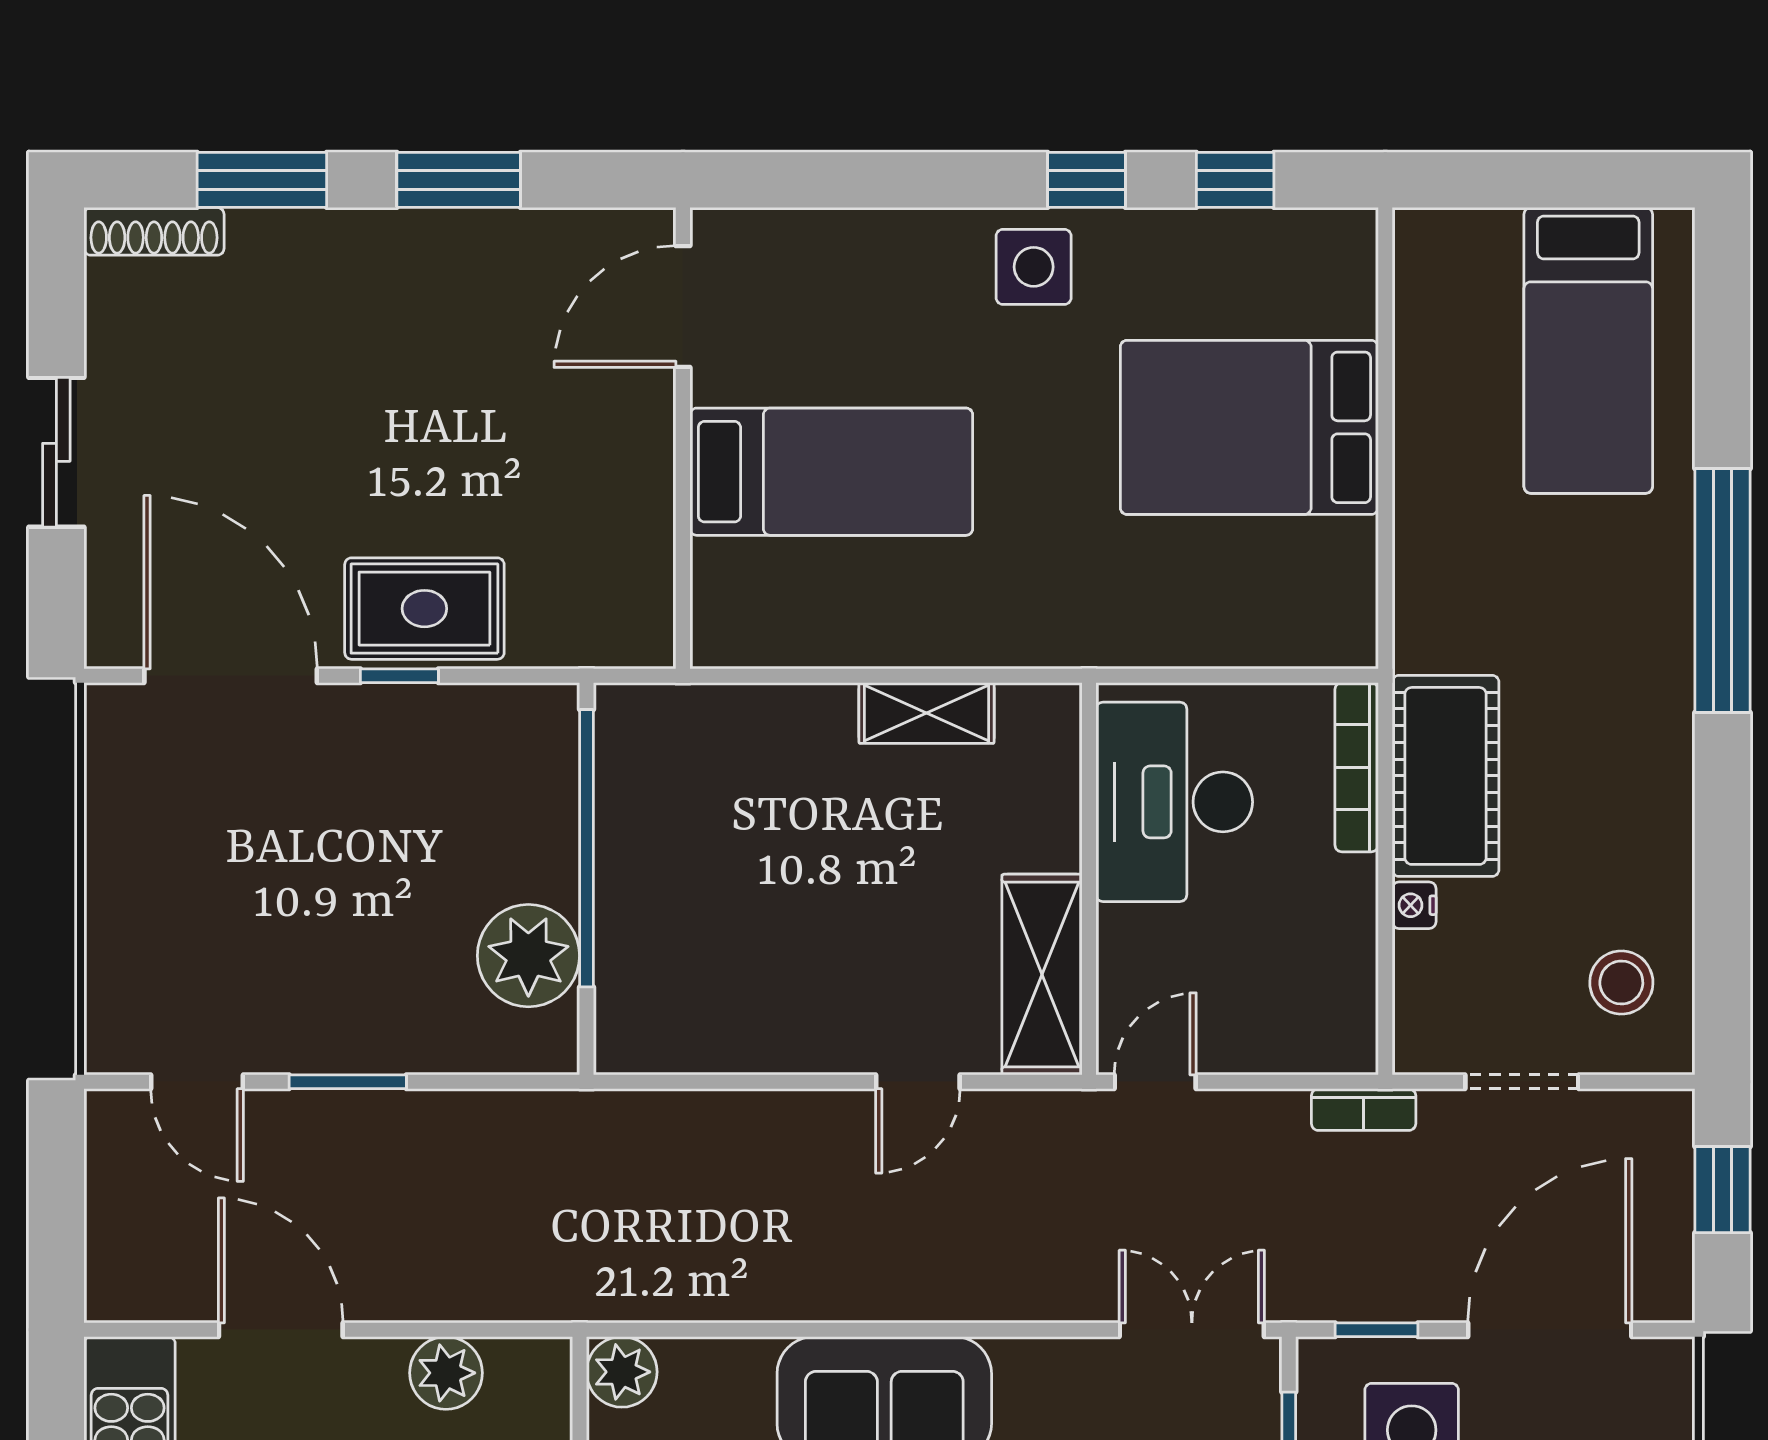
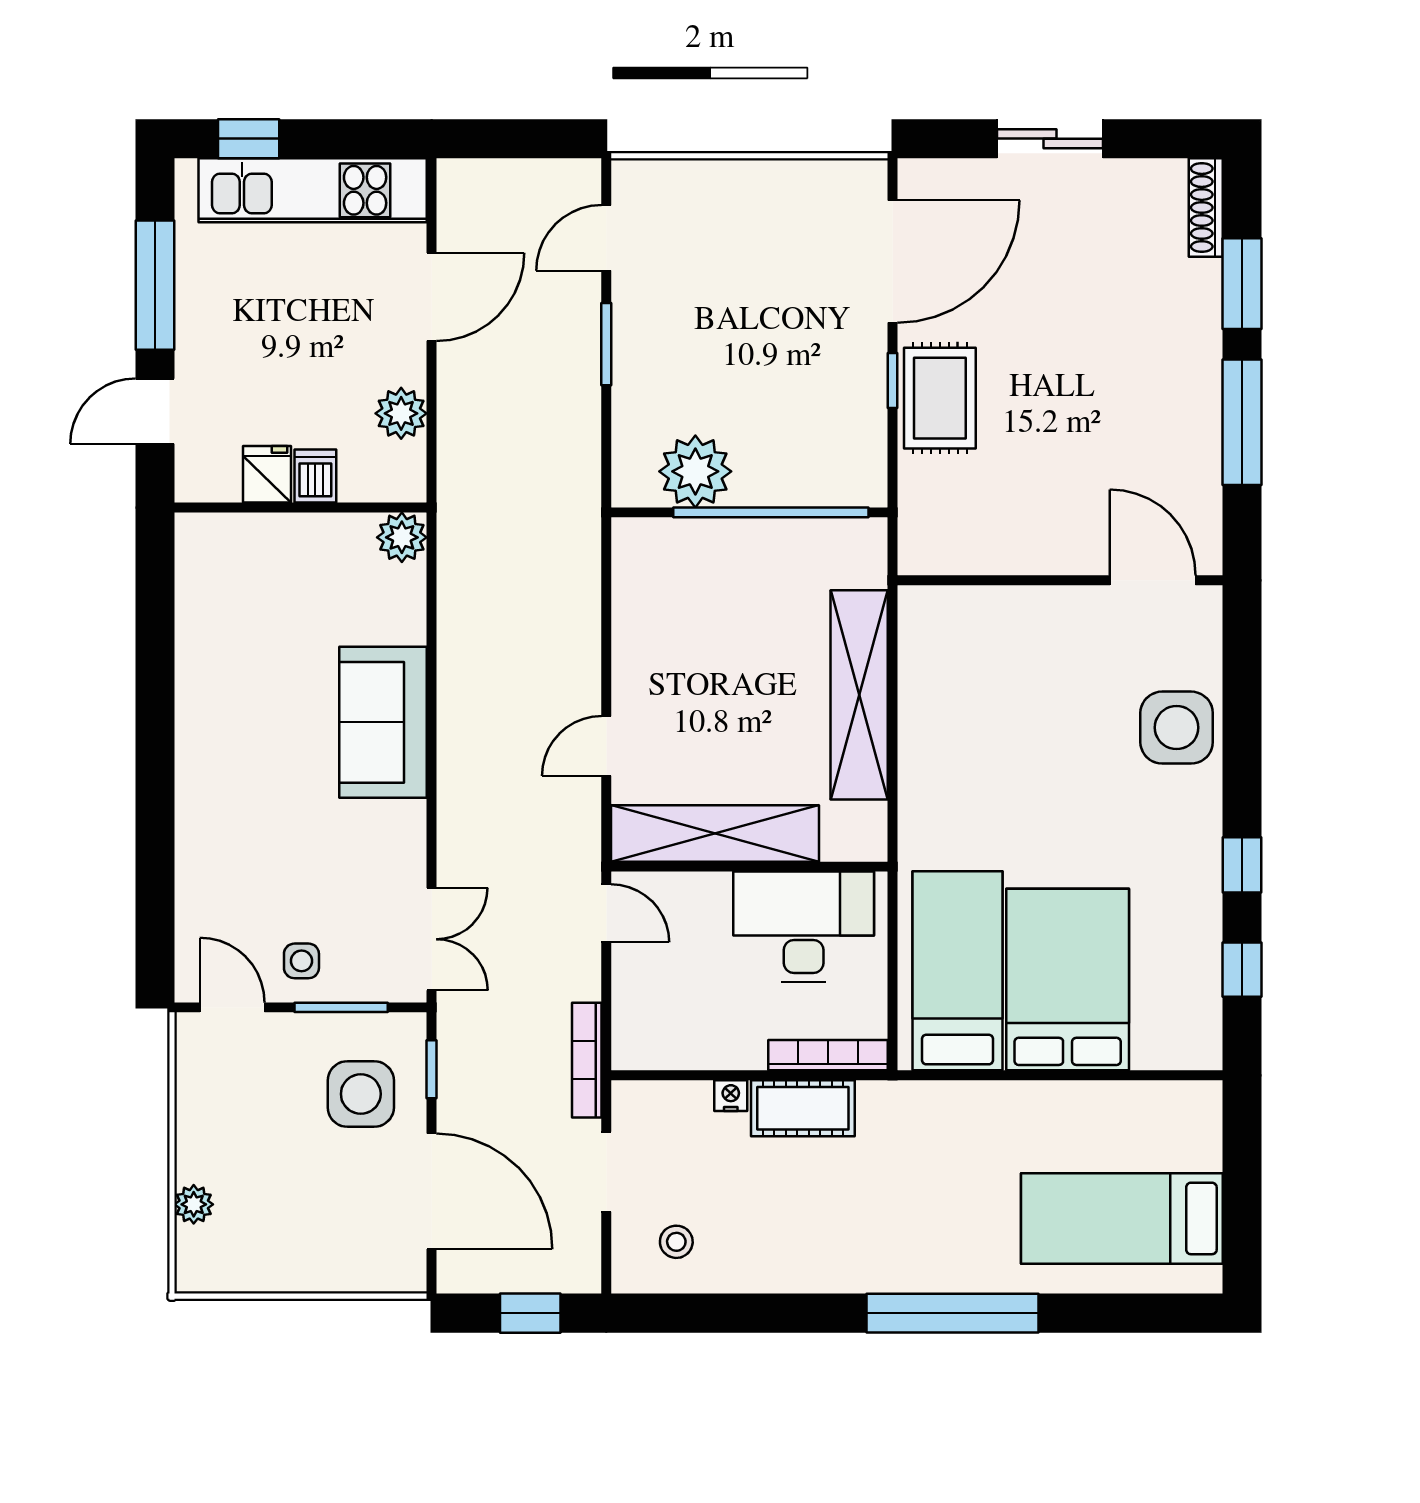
window: (459, 180) -> (1242, 422), width x1.44
side table: (1034, 267) -> (1177, 728), moved, width x1.37, depth x1.37
bed: (831, 472) -> (958, 971), moved, turned 180
shelving: (927, 713) -> (859, 695), width x2.20, depth x1.33
cot: (1445, 776) -> (803, 1108), width x0.73, depth x0.75
shelving: (1042, 975) -> (715, 833), width x1.47
stool: (1621, 982) -> (676, 1242), width x0.73, depth x0.73
door: (918, 1082) -> (606, 746), hinge flipped
bookcase: (1364, 1110) -> (587, 1060), width x1.56

